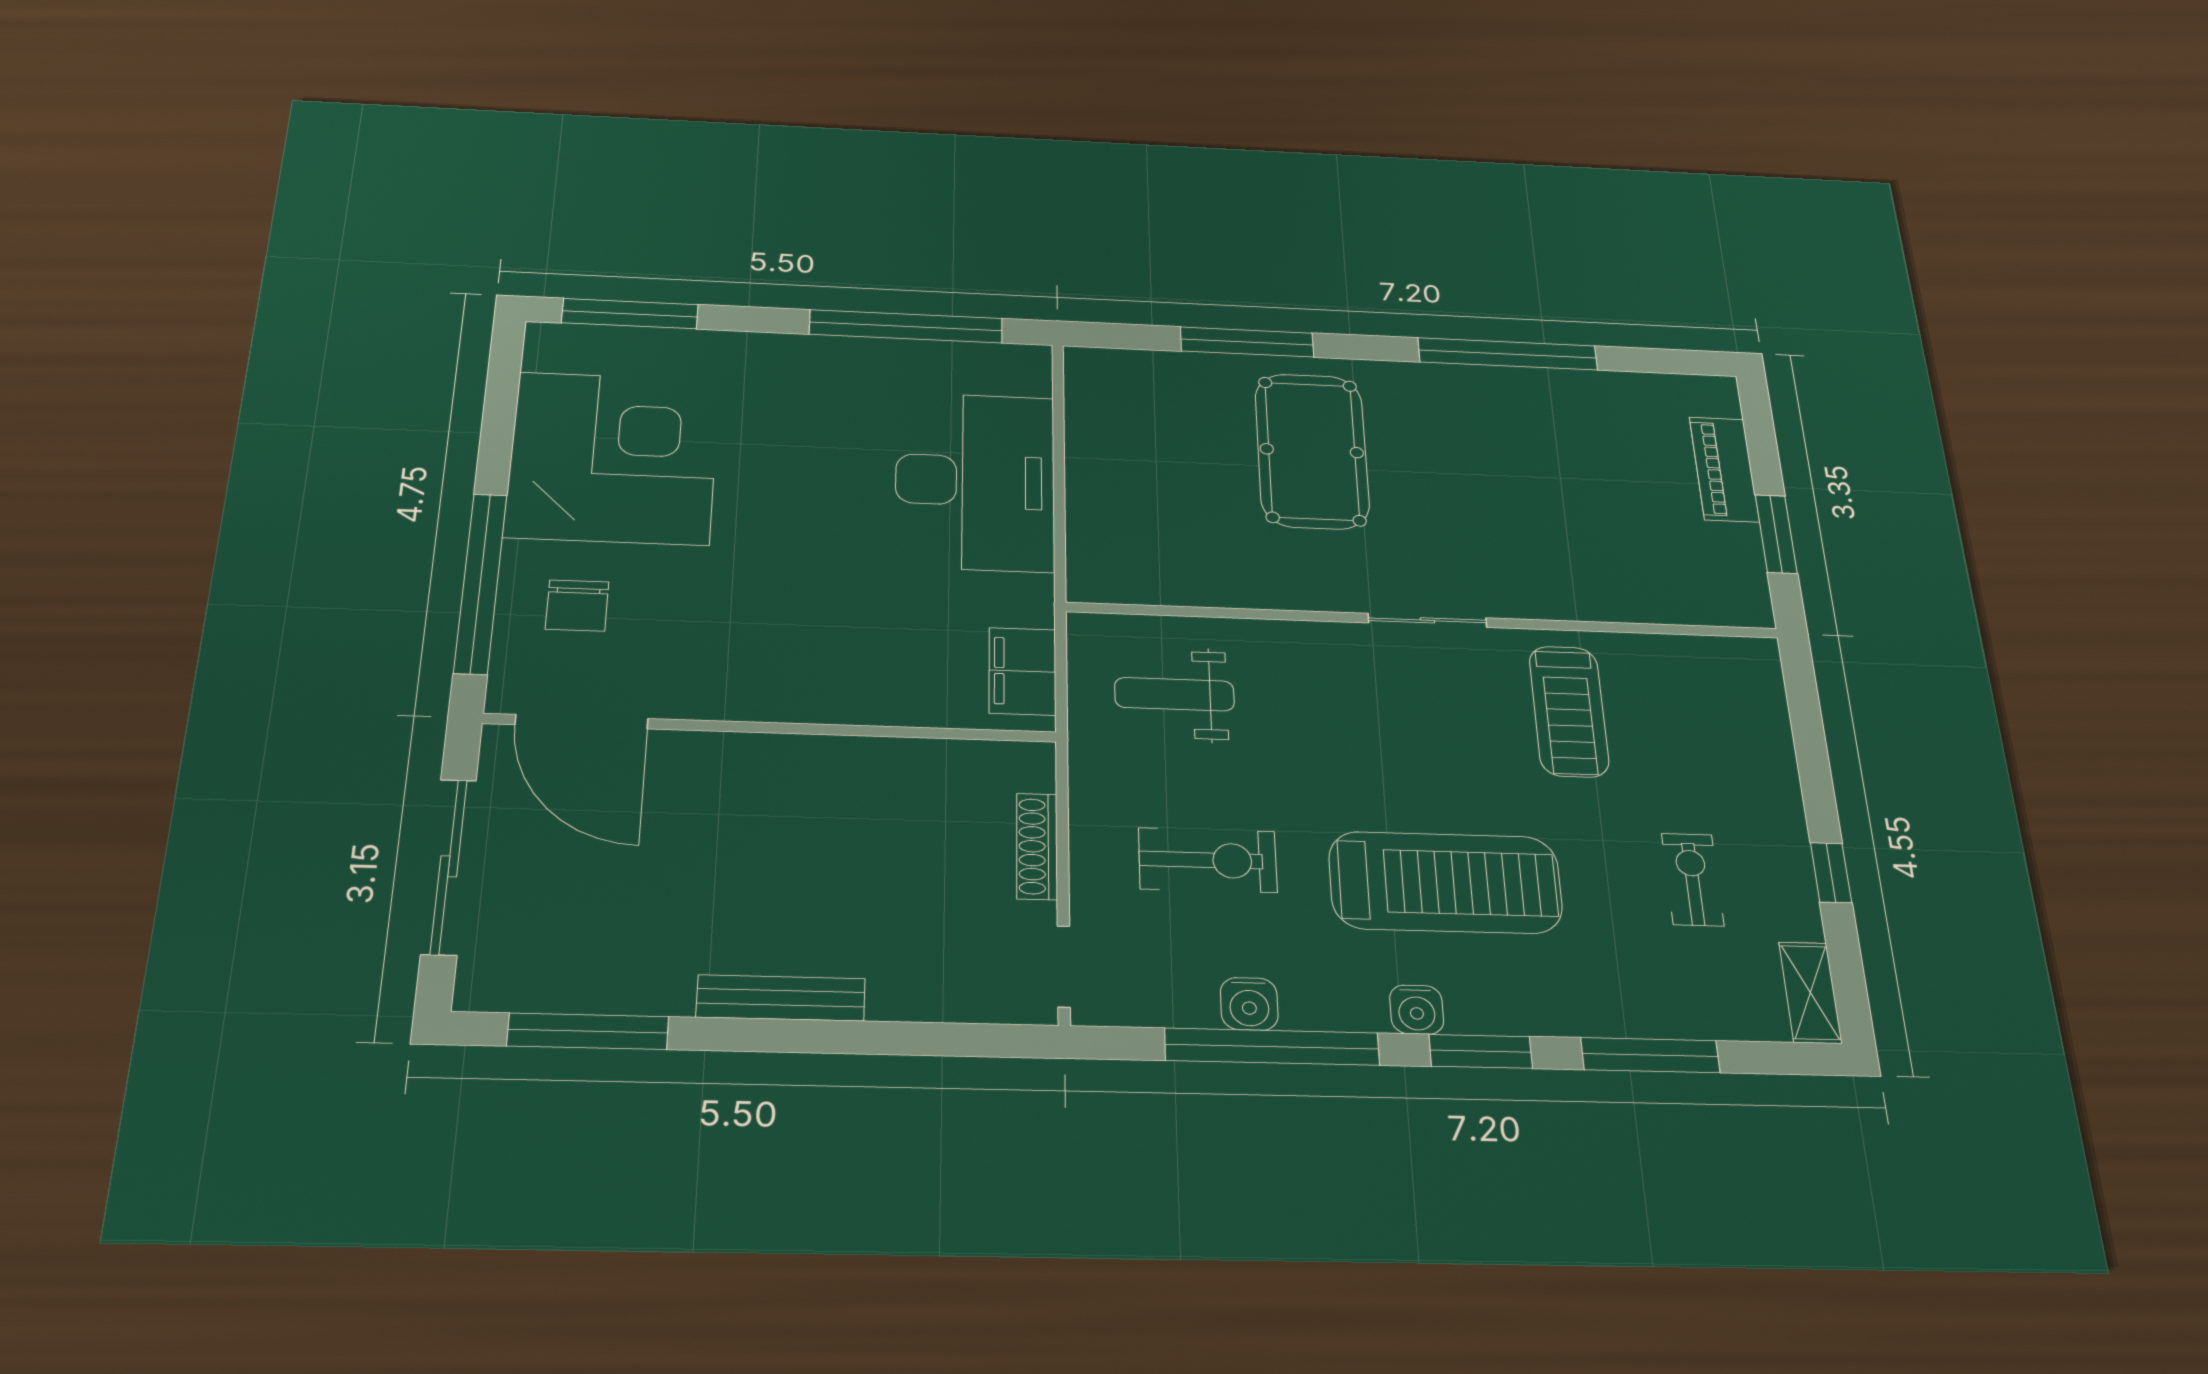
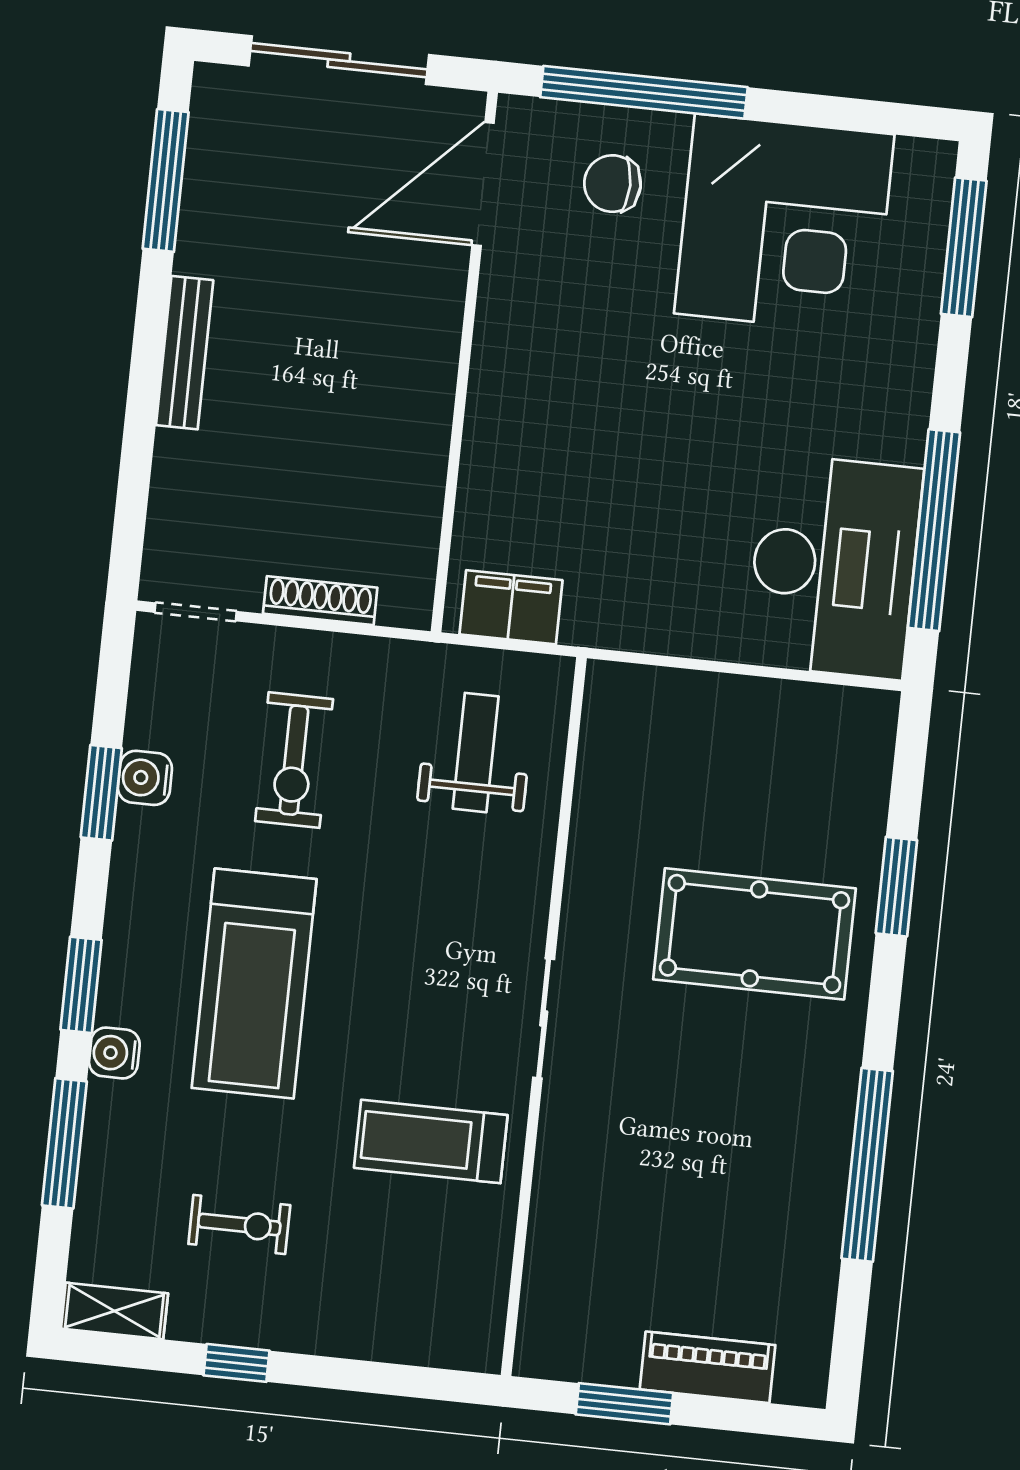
window: (1247, 342) -> (896, 887), width x0.69
desk: (975, 481) -> (834, 566), moved, turned -90
water cooler: (1417, 1010) -> (114, 1053), moved
window: (1272, 1047) -> (101, 793), width x0.47

